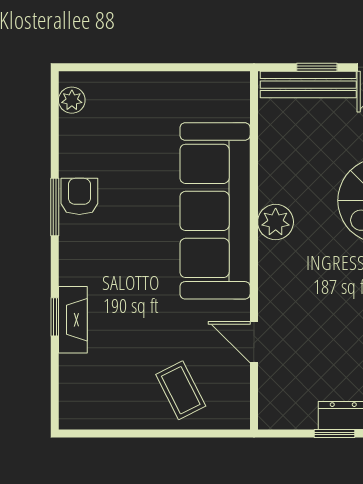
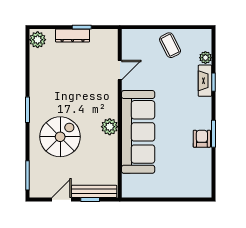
plant: (72, 100) -> (205, 58), moved
armchair: (79, 196) -> (202, 139), turned 180
door: (254, 342) -> (120, 70), hinge flipped
coffee table: (181, 390) -> (170, 45), moved

